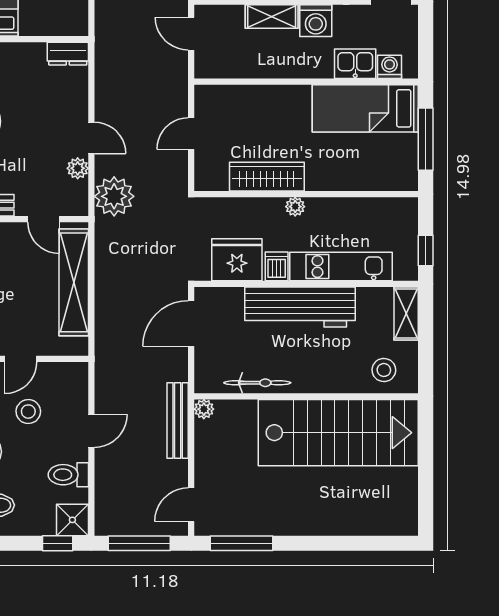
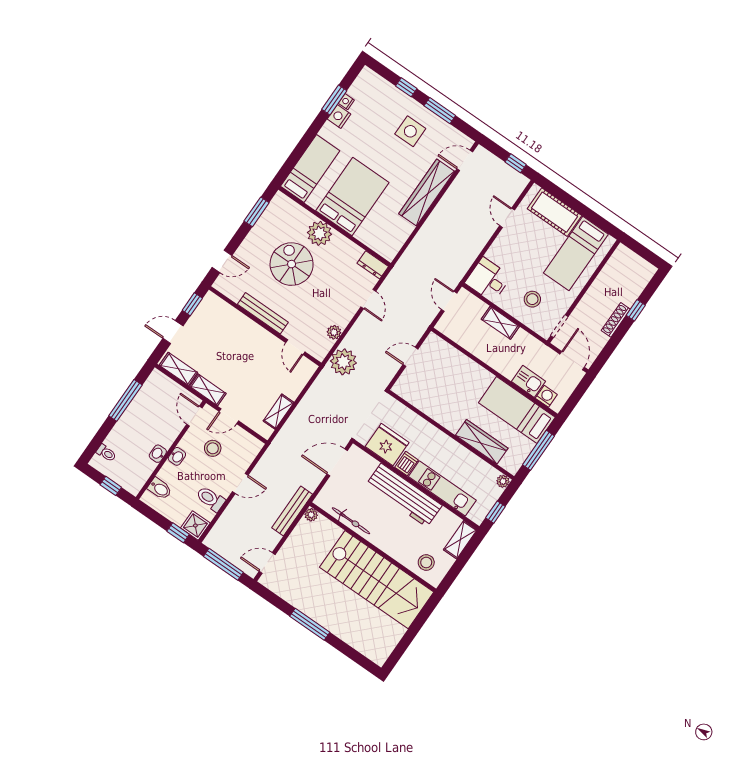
washing machine: (316, 21) -> (523, 342), removed
door: (91, 138) -> (368, 299), moved
wardrobe: (267, 177) -> (482, 442), moved
plant: (295, 207) -> (503, 481), moved
shelving: (74, 282) -> (279, 412), width x0.45, depth x0.75
window: (242, 543) -> (310, 624), moved

